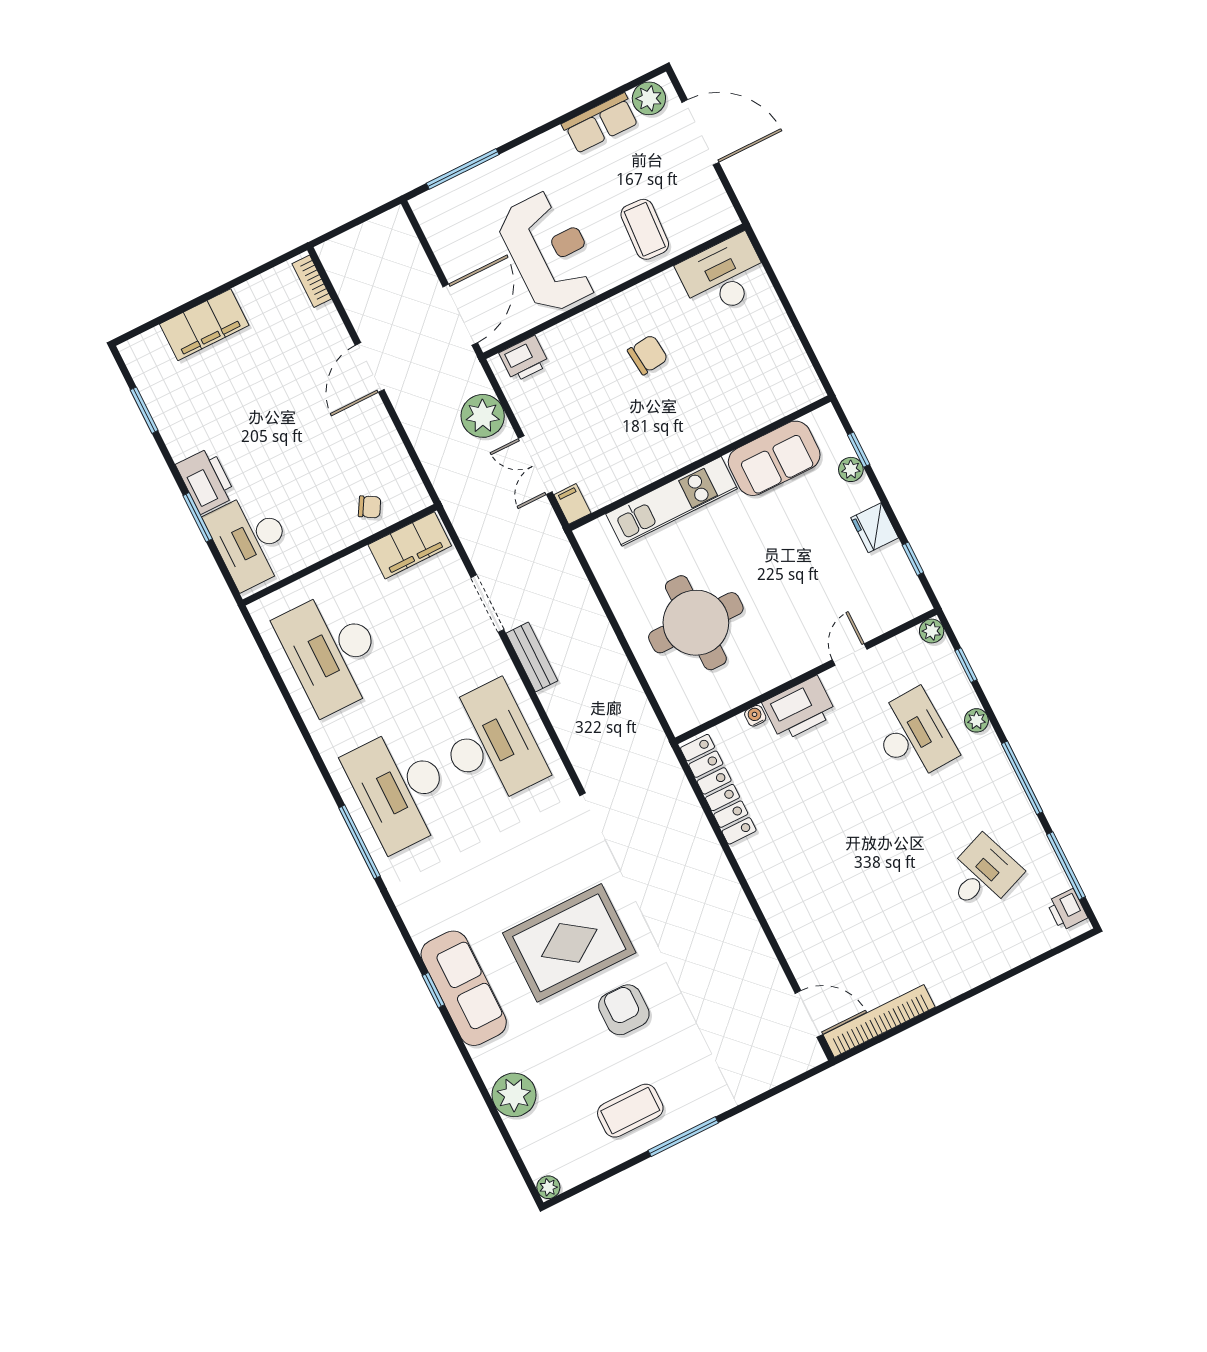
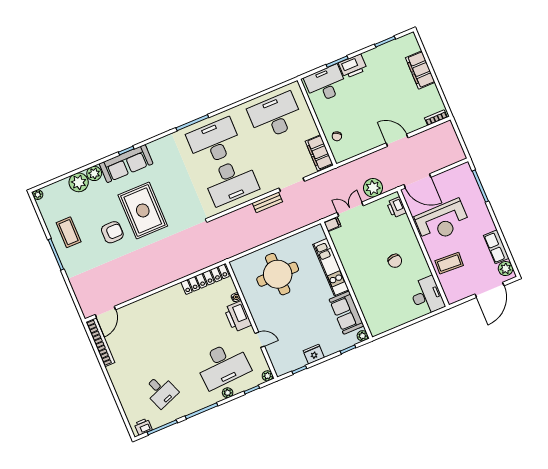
plant: (851, 469) -> (363, 336), moved
desk: (913, 735) -> (223, 365), width x1.36, depth x1.30
plant: (491, 1060) -> (94, 173), added

